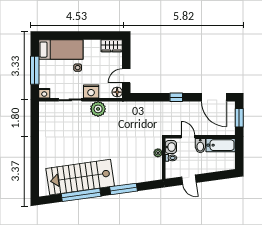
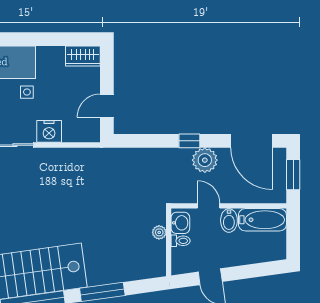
floor lamp: (117, 92) -> (92, 132), removed
plant: (98, 109) -> (205, 160), moved

